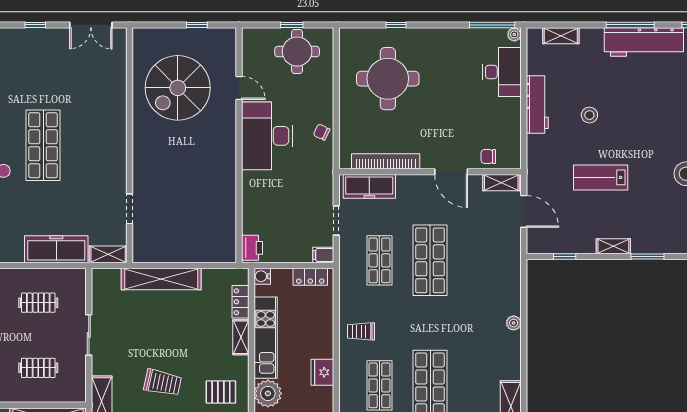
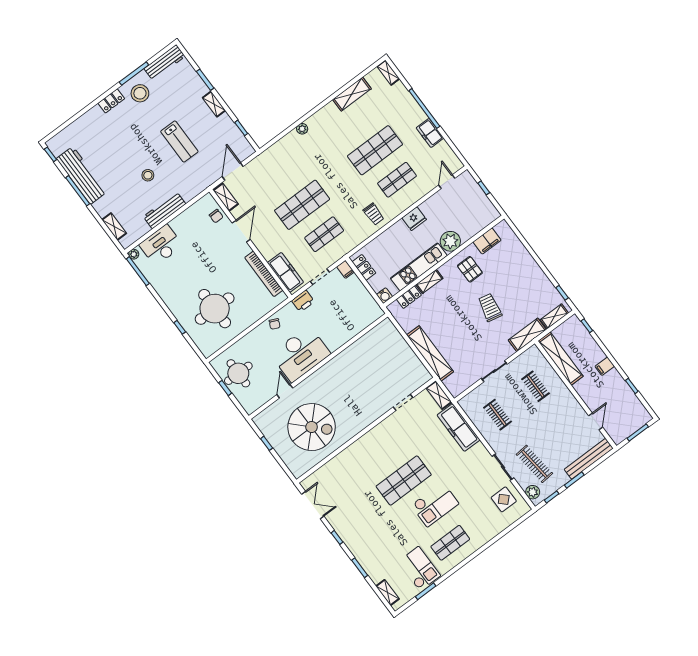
printer: (252, 248) -> (303, 301), moved, turned 180

